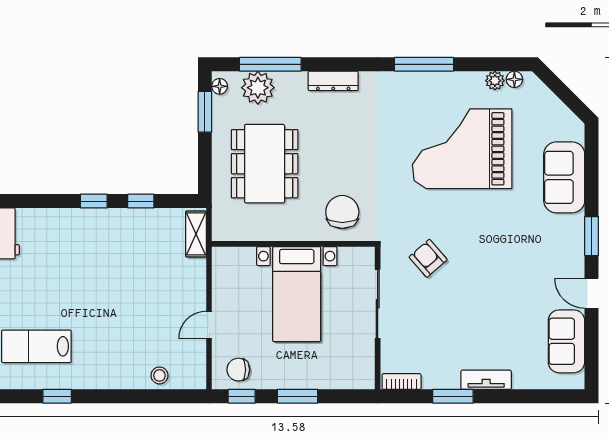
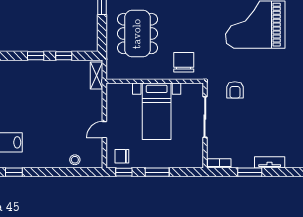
armchair: (428, 258) -> (235, 90), turned -139

